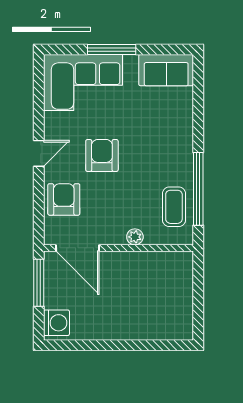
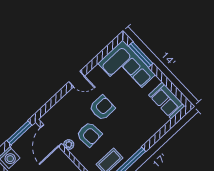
window: (112, 49) -> (141, 55), moved
armchair: (64, 199) -> (89, 134), moved, turned 86
plant: (135, 237) -> (69, 145), moved

